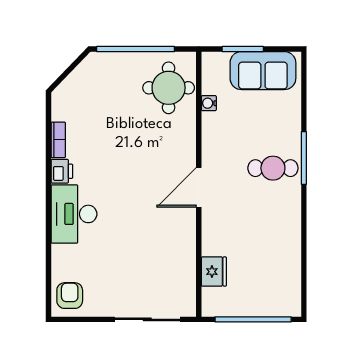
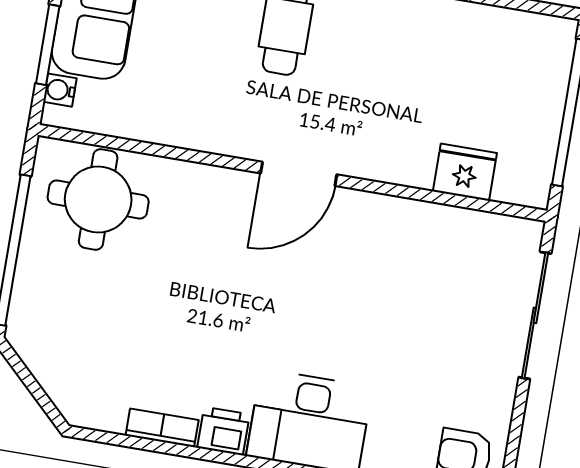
water cooler: (209, 103) -> (60, 90), moved, turned 90
door: (199, 187) -> (299, 174), hinge flipped

